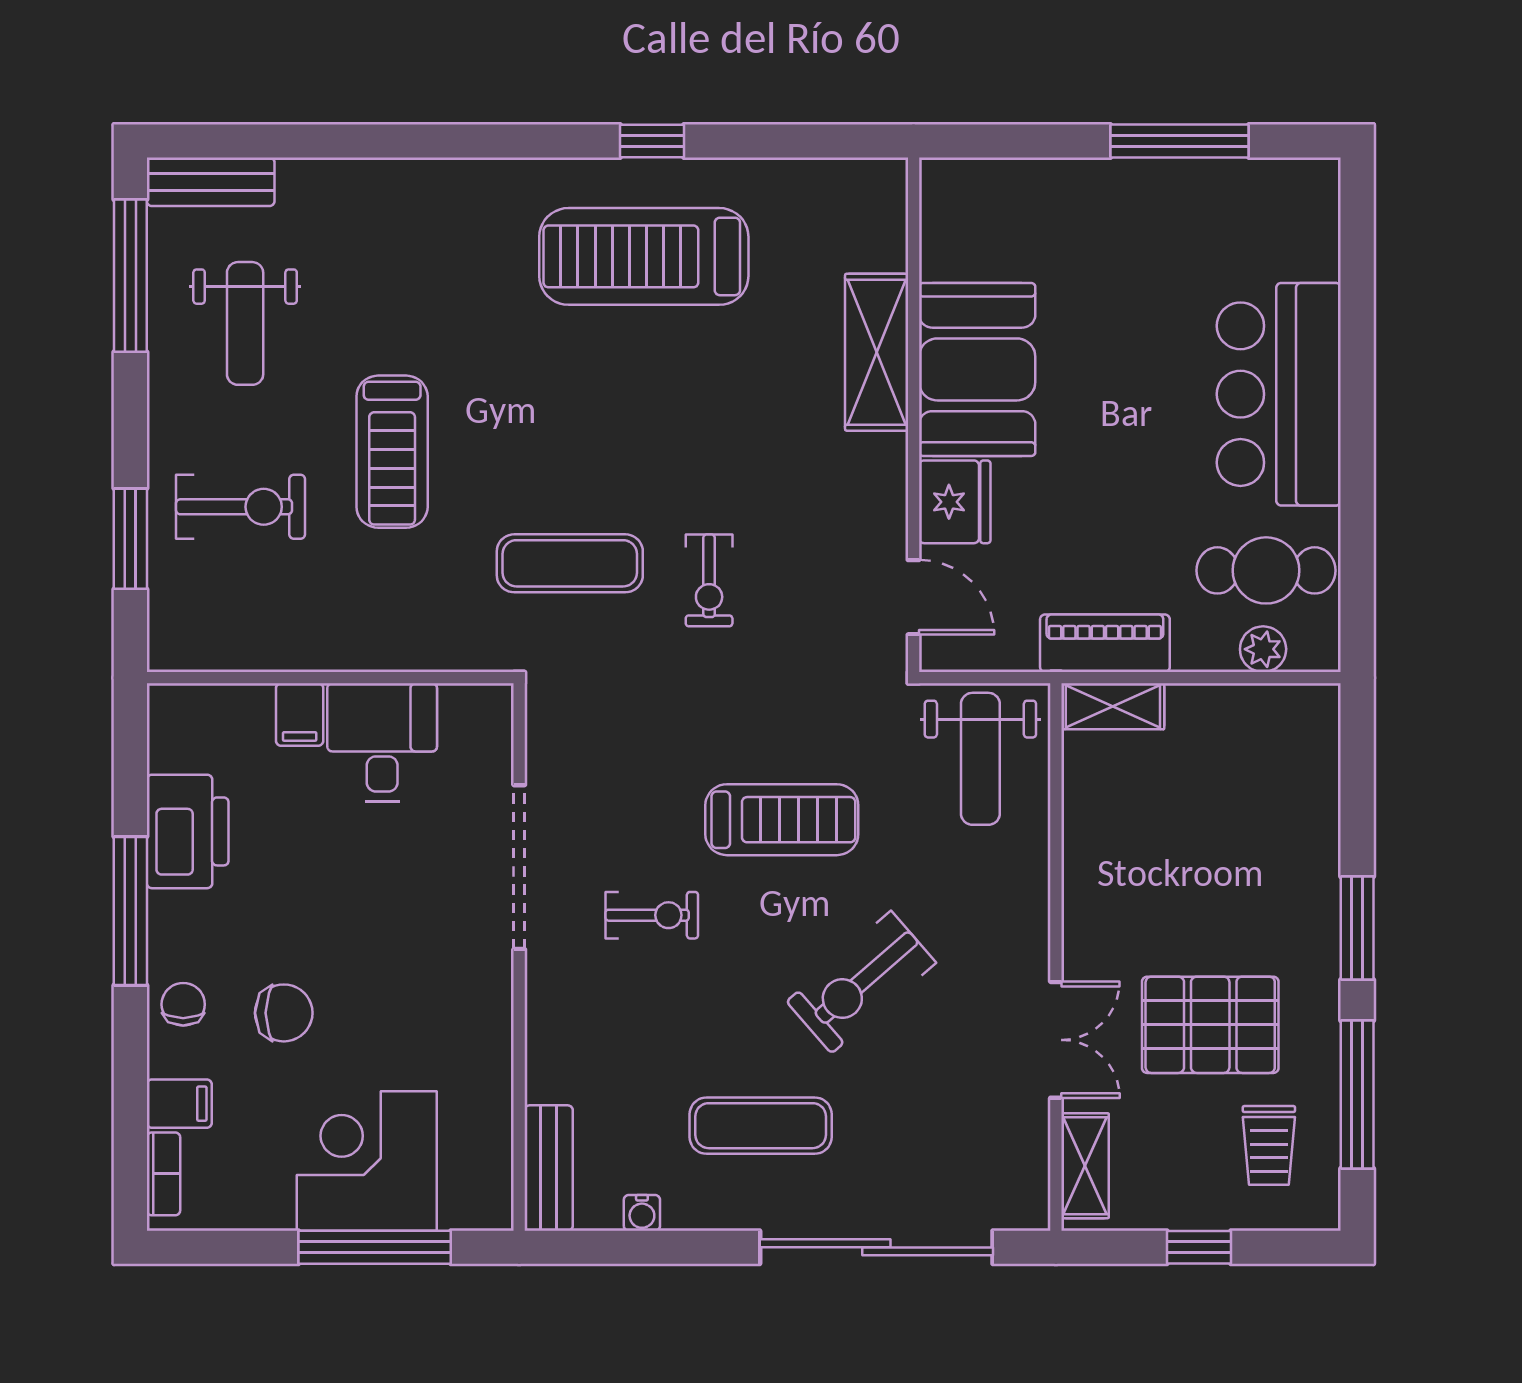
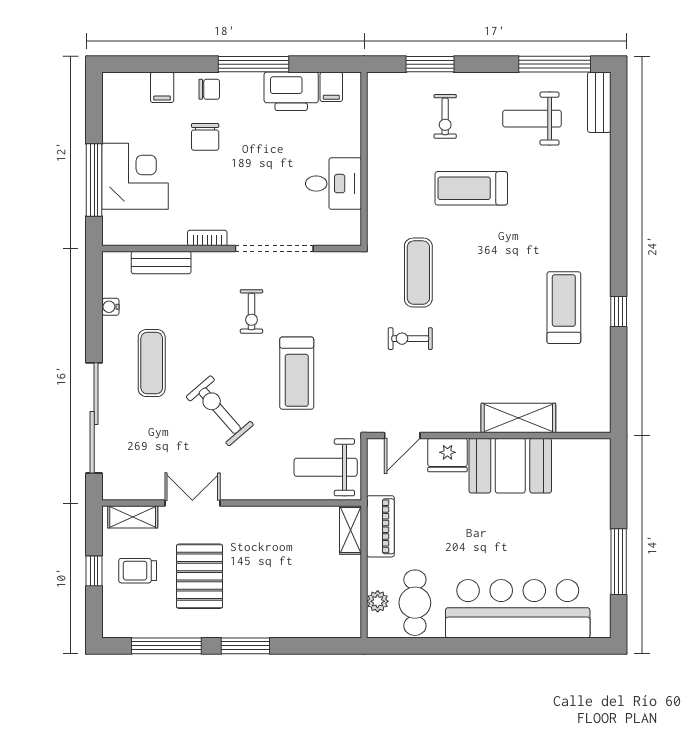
treadmill: (644, 256) -> (564, 308), width x0.73, depth x0.73
bar counter: (1279, 394) -> (518, 609), width x1.36
exercise bike: (240, 507) -> (445, 116), width x0.73, depth x0.72
filing cabinet: (300, 714) -> (331, 87), moved, turned -90
double door: (1056, 1040) -> (192, 503), swing flipped
trolley: (1269, 1145) -> (138, 571), moved
bench: (549, 1168) -> (161, 263), moved
bookcase: (163, 1174) -> (207, 238), moved, turned 180

